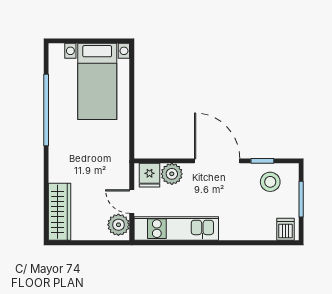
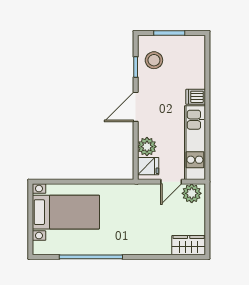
door: (217, 161) -> (136, 107), width x0.73
wardrobe: (59, 212) -> (189, 245), width x0.67
dishwasher: (285, 229) -> (196, 97), moved

